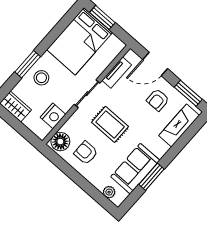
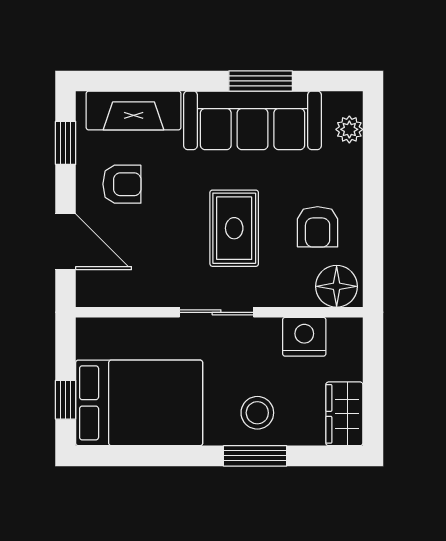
window: (102, 17) -> (66, 400), width x0.67
tv unit: (117, 73) -> (137, 294), removed
window: (188, 93) -> (66, 143), width x0.67
sofa: (135, 169) -> (253, 120), width x1.36

